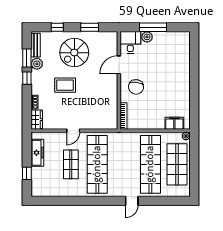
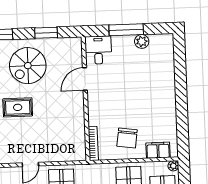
plant: (147, 37) -> (142, 41), moved
chair: (136, 87) -> (127, 138), moved

